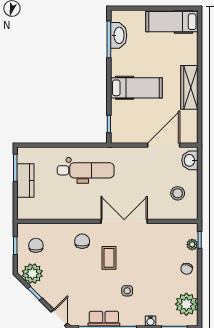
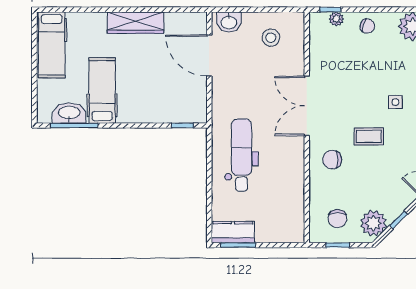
hospital bed: (136, 88) -> (102, 90), moved
kitchen counter: (25, 180) -> (233, 232), moved
chair: (36, 245) -> (337, 219), turned -90
coffee table: (109, 258) -> (369, 136), moved

